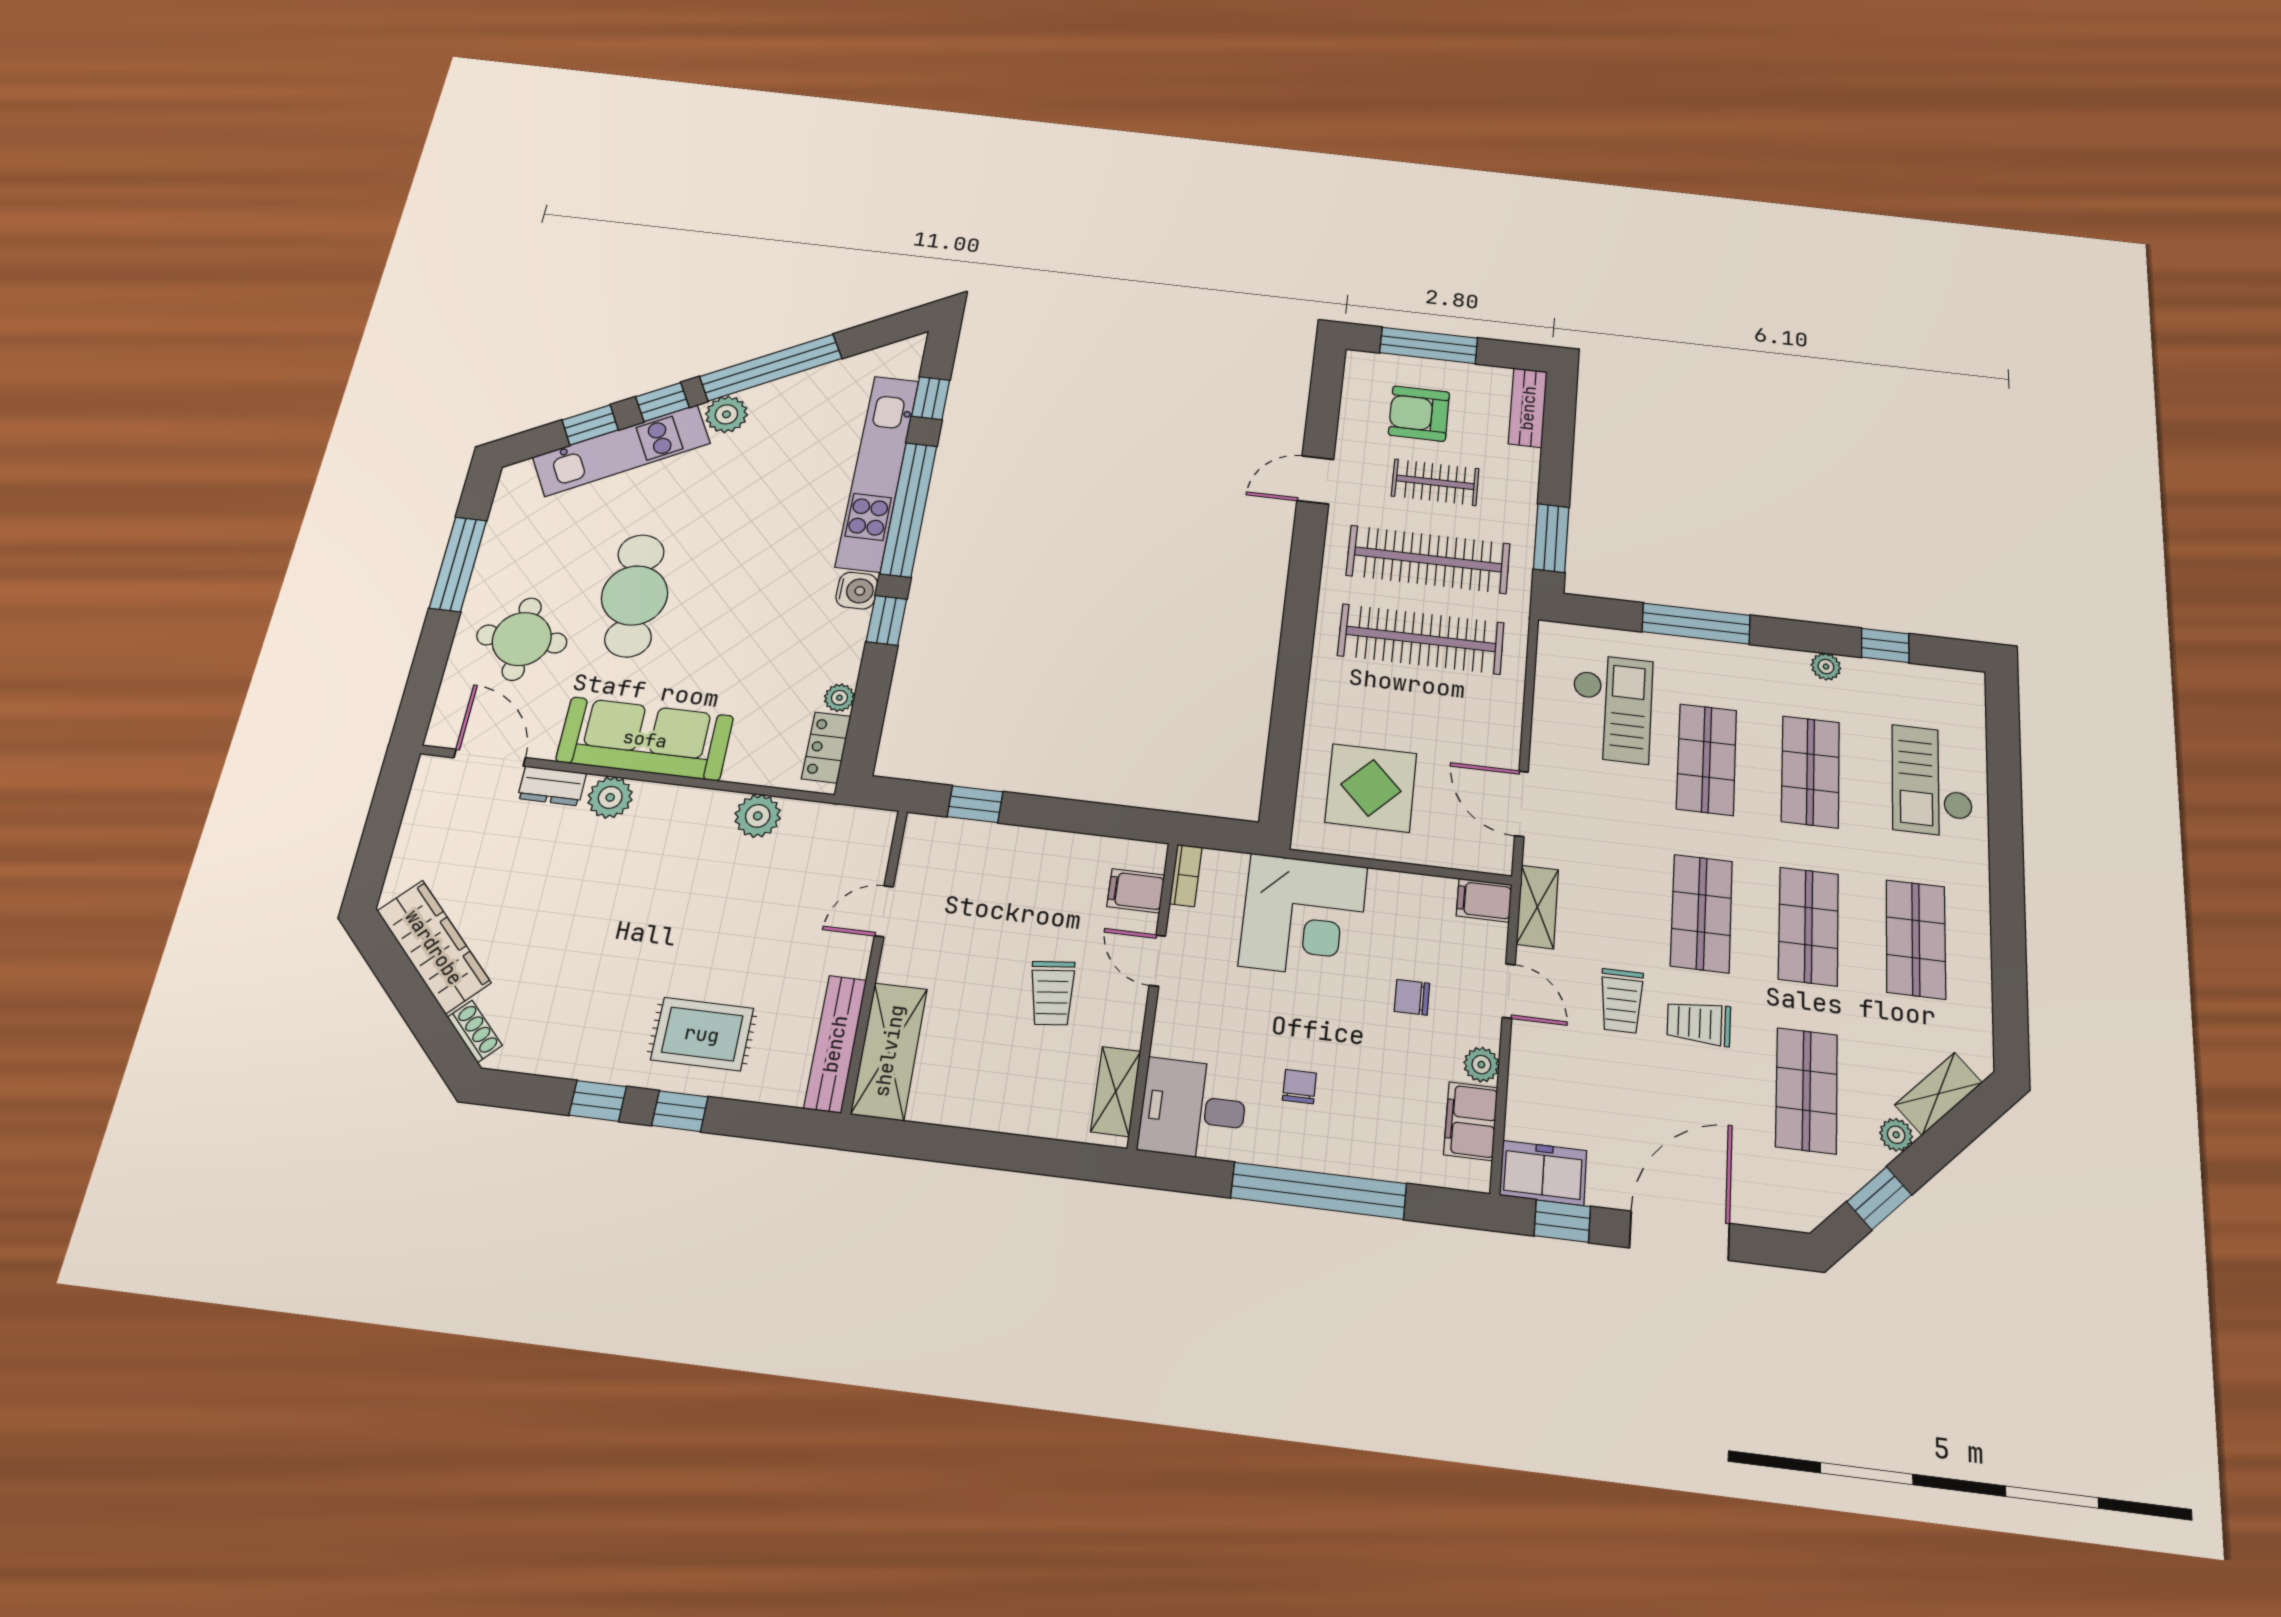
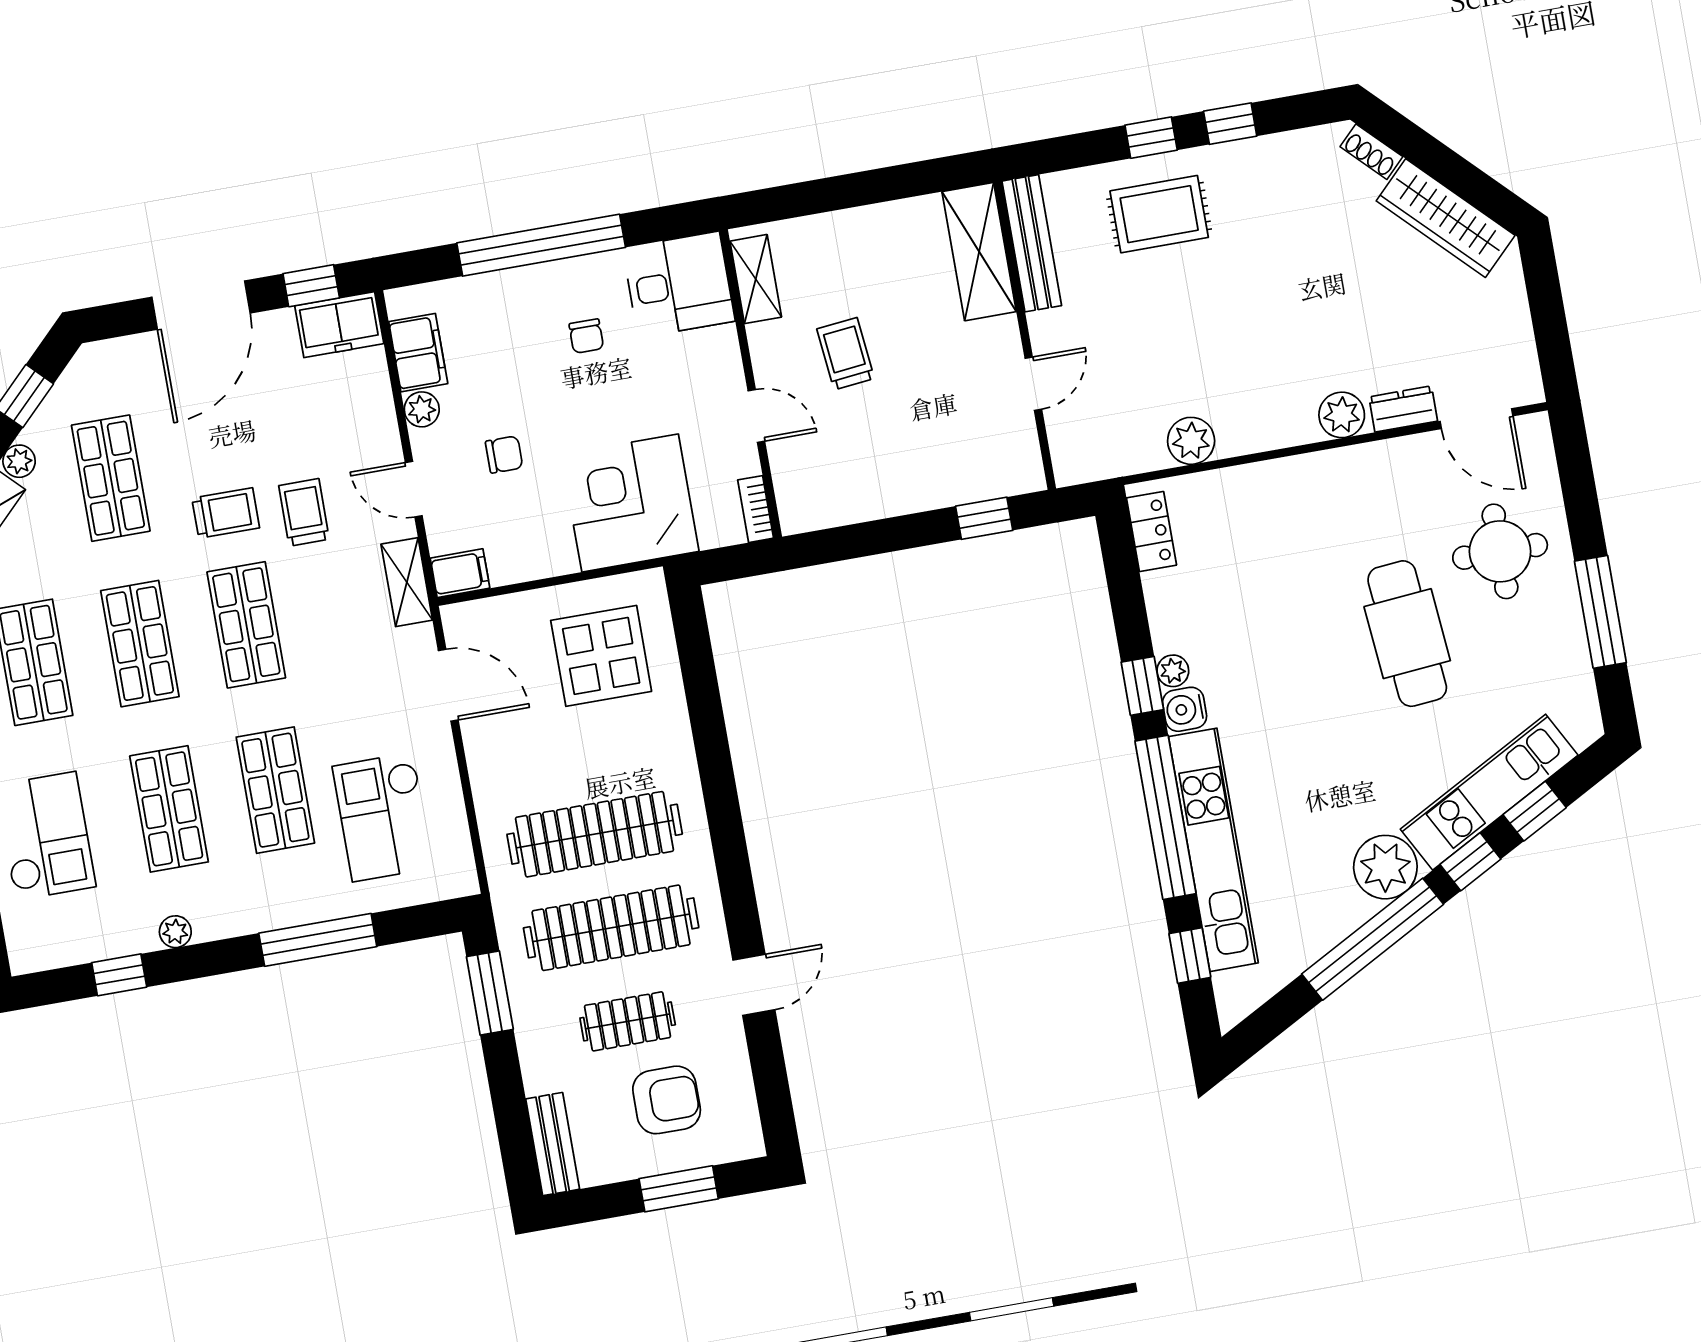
window: (1429, 345) -> (679, 1189), width x0.69
plant: (726, 414) -> (1385, 867), width x1.36, depth x1.36
plant: (839, 698) -> (1173, 671), moved
sofa: (645, 739) -> (1333, 485), removed
filing cabinet: (1136, 891) -> (799, 479), removed

